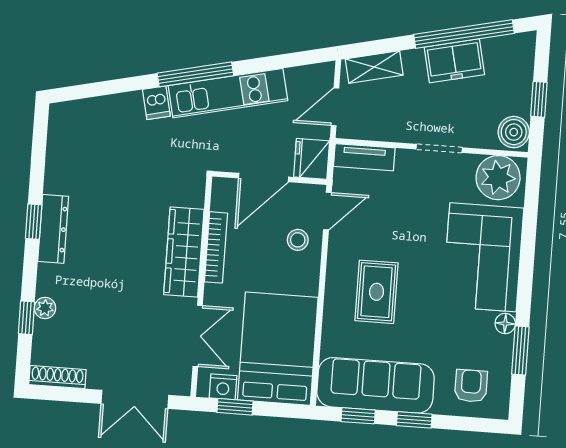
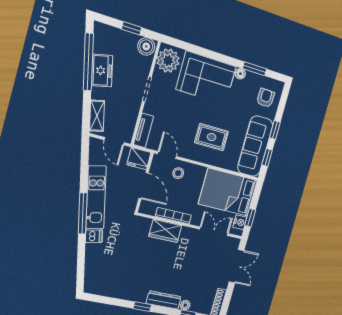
dresser: (53, 229) -> (164, 300), moved
wardrobe: (184, 252) -> (165, 231), width x0.67
armchair: (471, 386) -> (266, 98), turned 92

